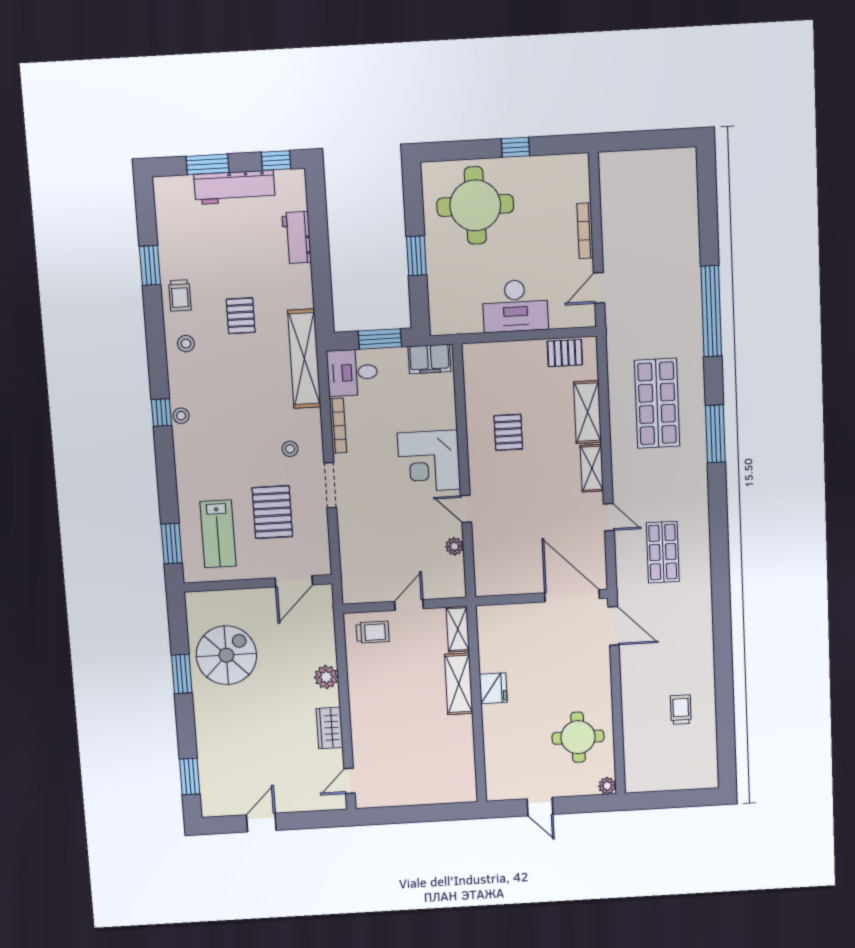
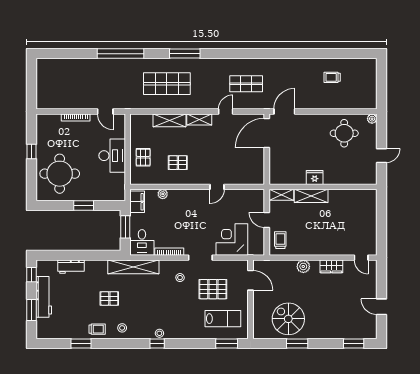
pallet: (565, 353) -> (143, 157), moved
corner desk: (429, 461) -> (232, 240), moved, turned 180
plant: (454, 546) -> (163, 194), moved

